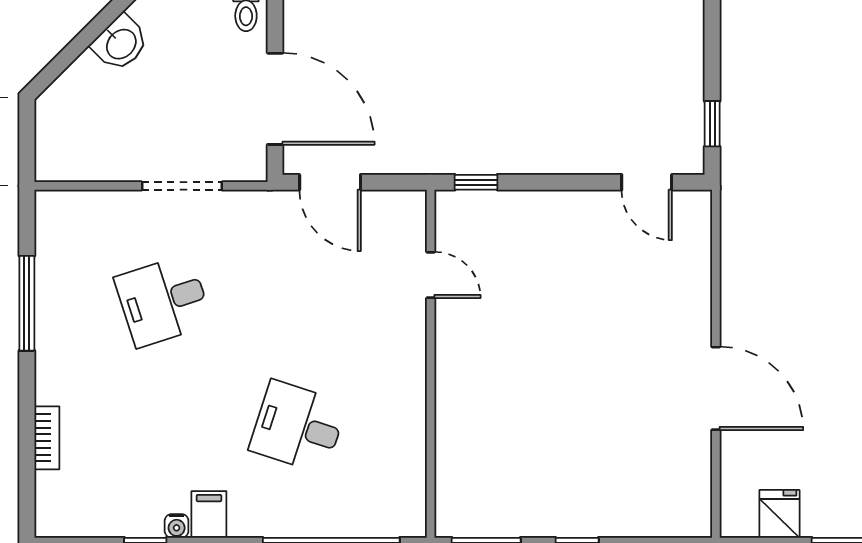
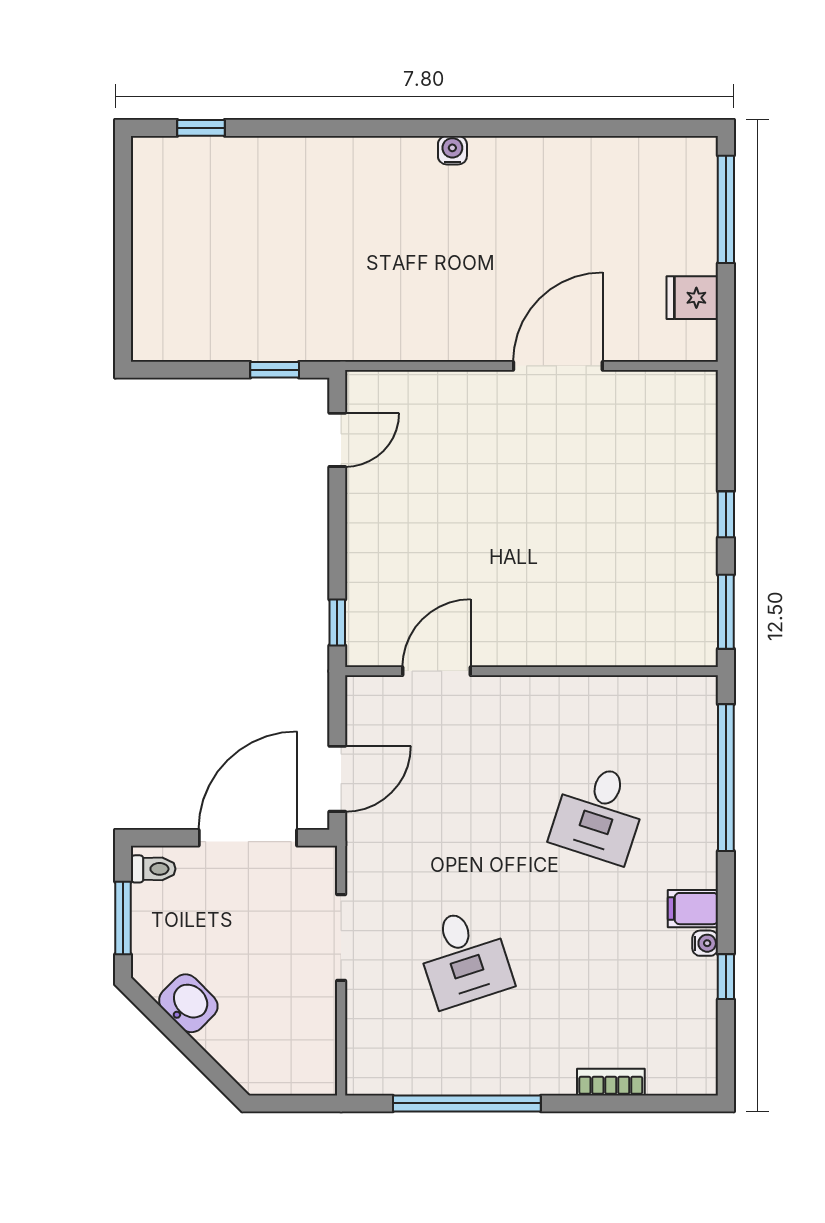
door: (431, 275) -> (437, 671), width x1.38
window: (27, 303) -> (467, 1103), width x1.46

